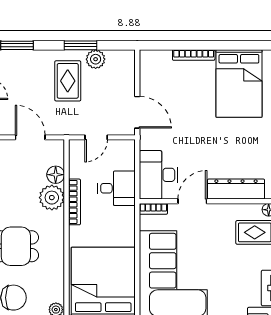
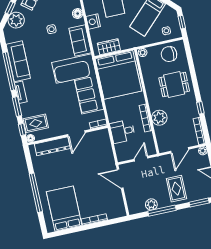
window: (81, 45) -> (162, 211), width x1.44
rug: (68, 81) -> (176, 189), moved
door: (30, 137) -> (180, 150), hinge flipped
floor lamp: (56, 175) -> (160, 132), removed
desk: (158, 175) -> (100, 145), removed

